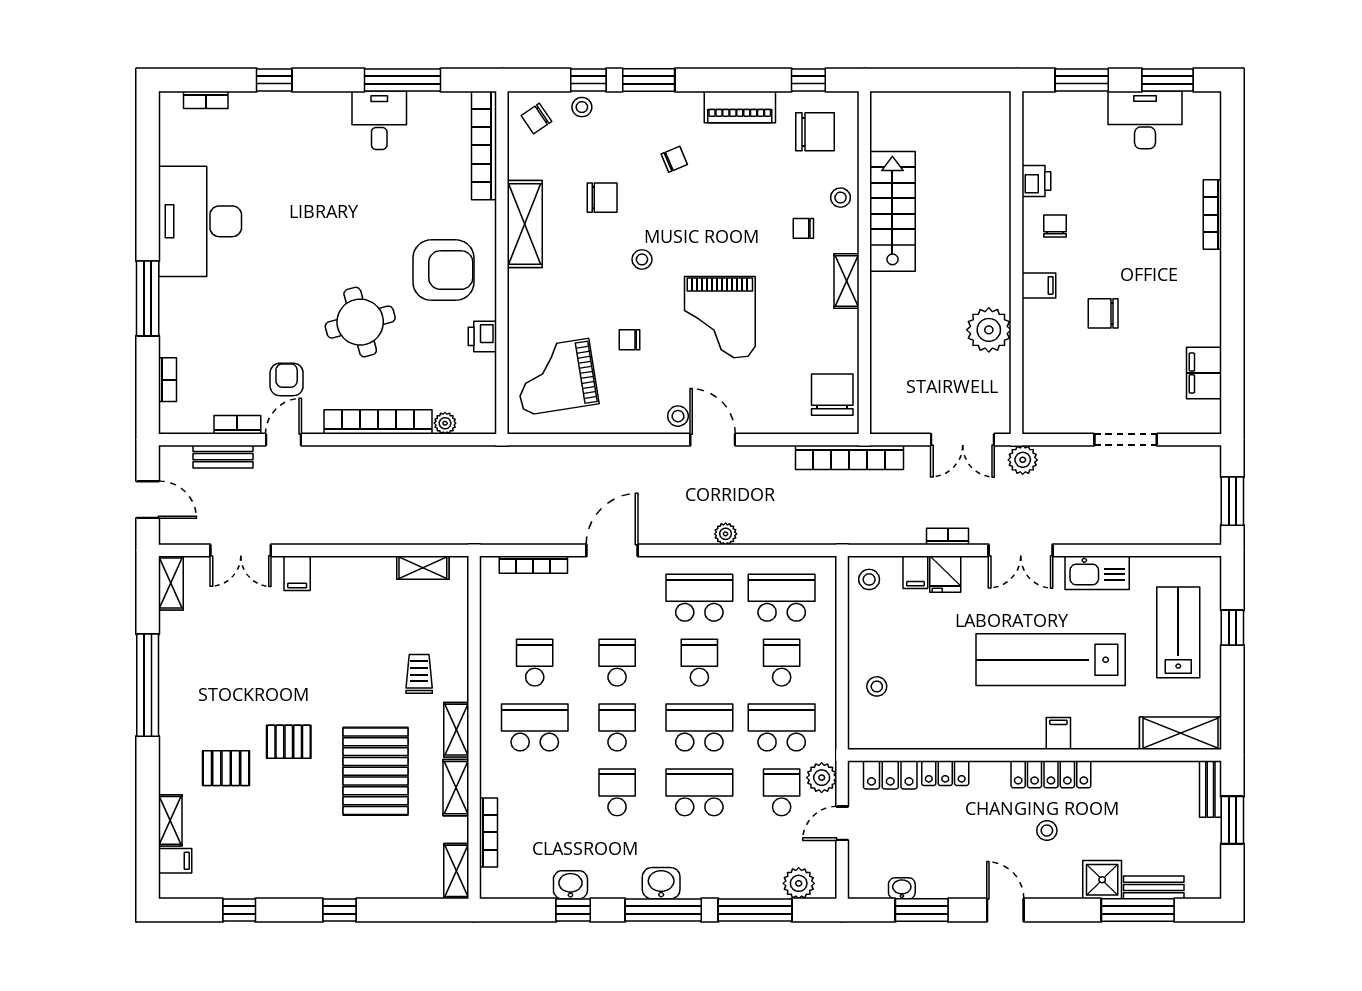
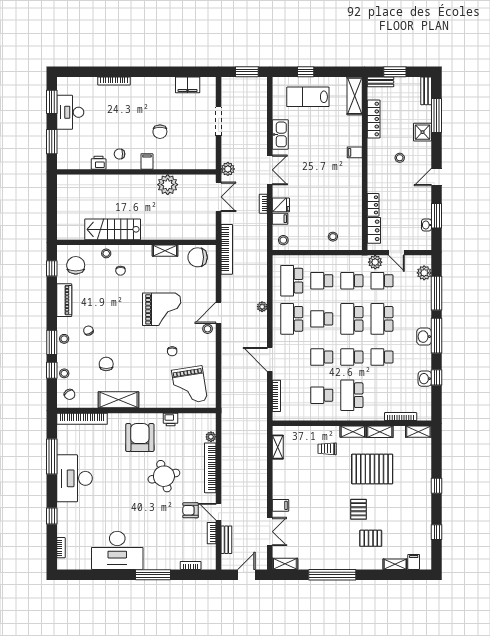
desk: (379, 120) -> (74, 478), width x1.87, depth x1.30
stool: (642, 259) -> (64, 339), moved
shelving: (847, 281) -> (165, 251), moved
lab bench: (1051, 660) -> (320, 156), removed
school desk: (782, 727) -> (352, 281), width x0.54
pallet: (226, 768) -> (371, 538), turned 90
locker: (1051, 774) -> (374, 119), moved
bench: (1154, 887) -> (426, 91), moved

